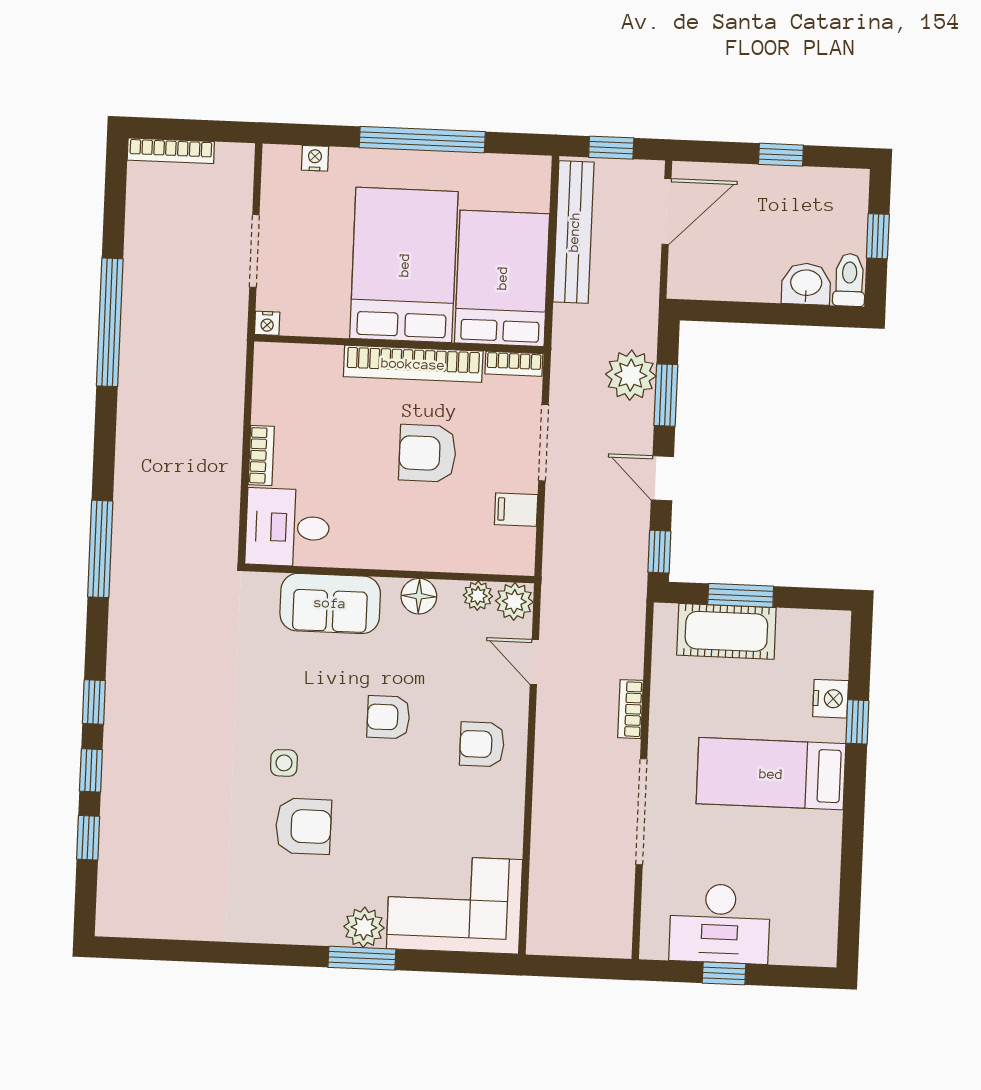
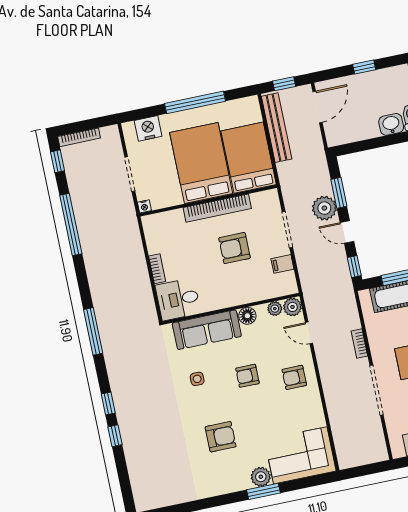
nightstand: (315, 158) -> (148, 128), width x1.89, depth x1.79
bookcase: (514, 364) -> (264, 196), removed
plant: (631, 375) -> (324, 208), moved
sofa: (330, 603) -> (207, 330), width x1.36
side table: (284, 763) -> (197, 379), moved
window: (88, 838) -> (58, 161), moved

